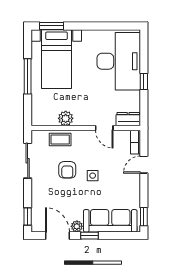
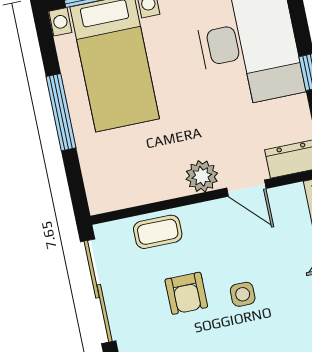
plant: (66, 118) -> (202, 176), moved
sliding door: (28, 161) -> (98, 291), width x1.37

